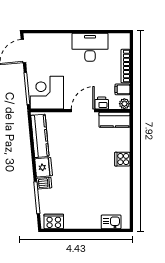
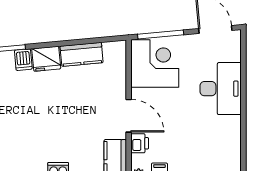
desk: (90, 47) -> (221, 89), moved
kitchen counter: (40, 136) -> (82, 54), width x0.67

